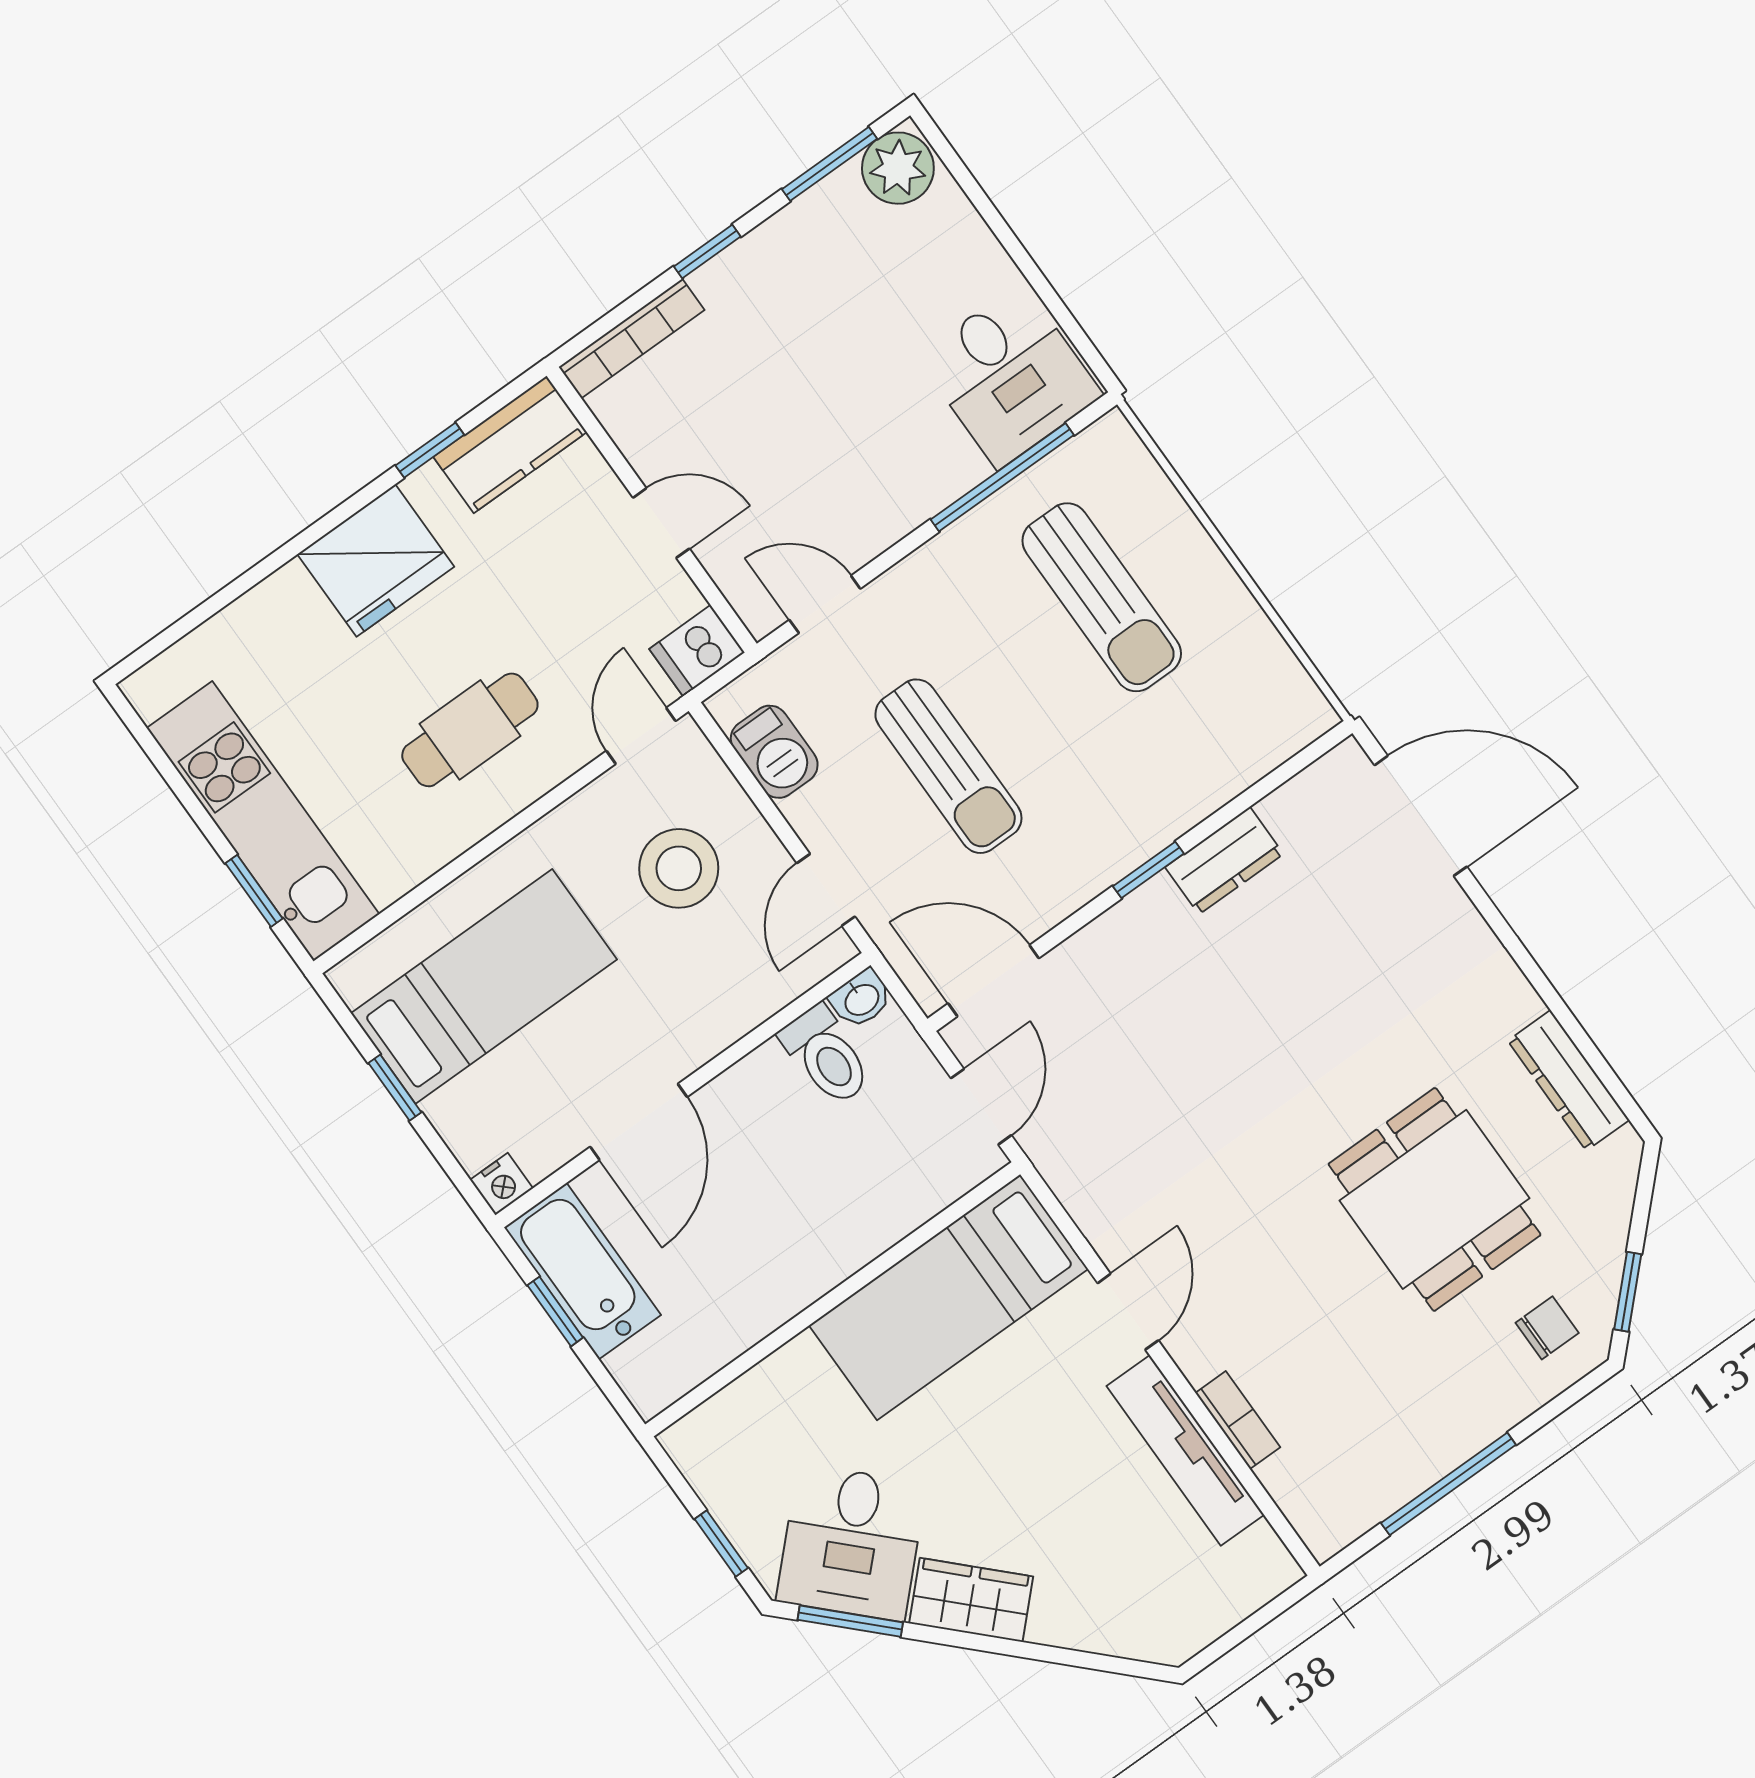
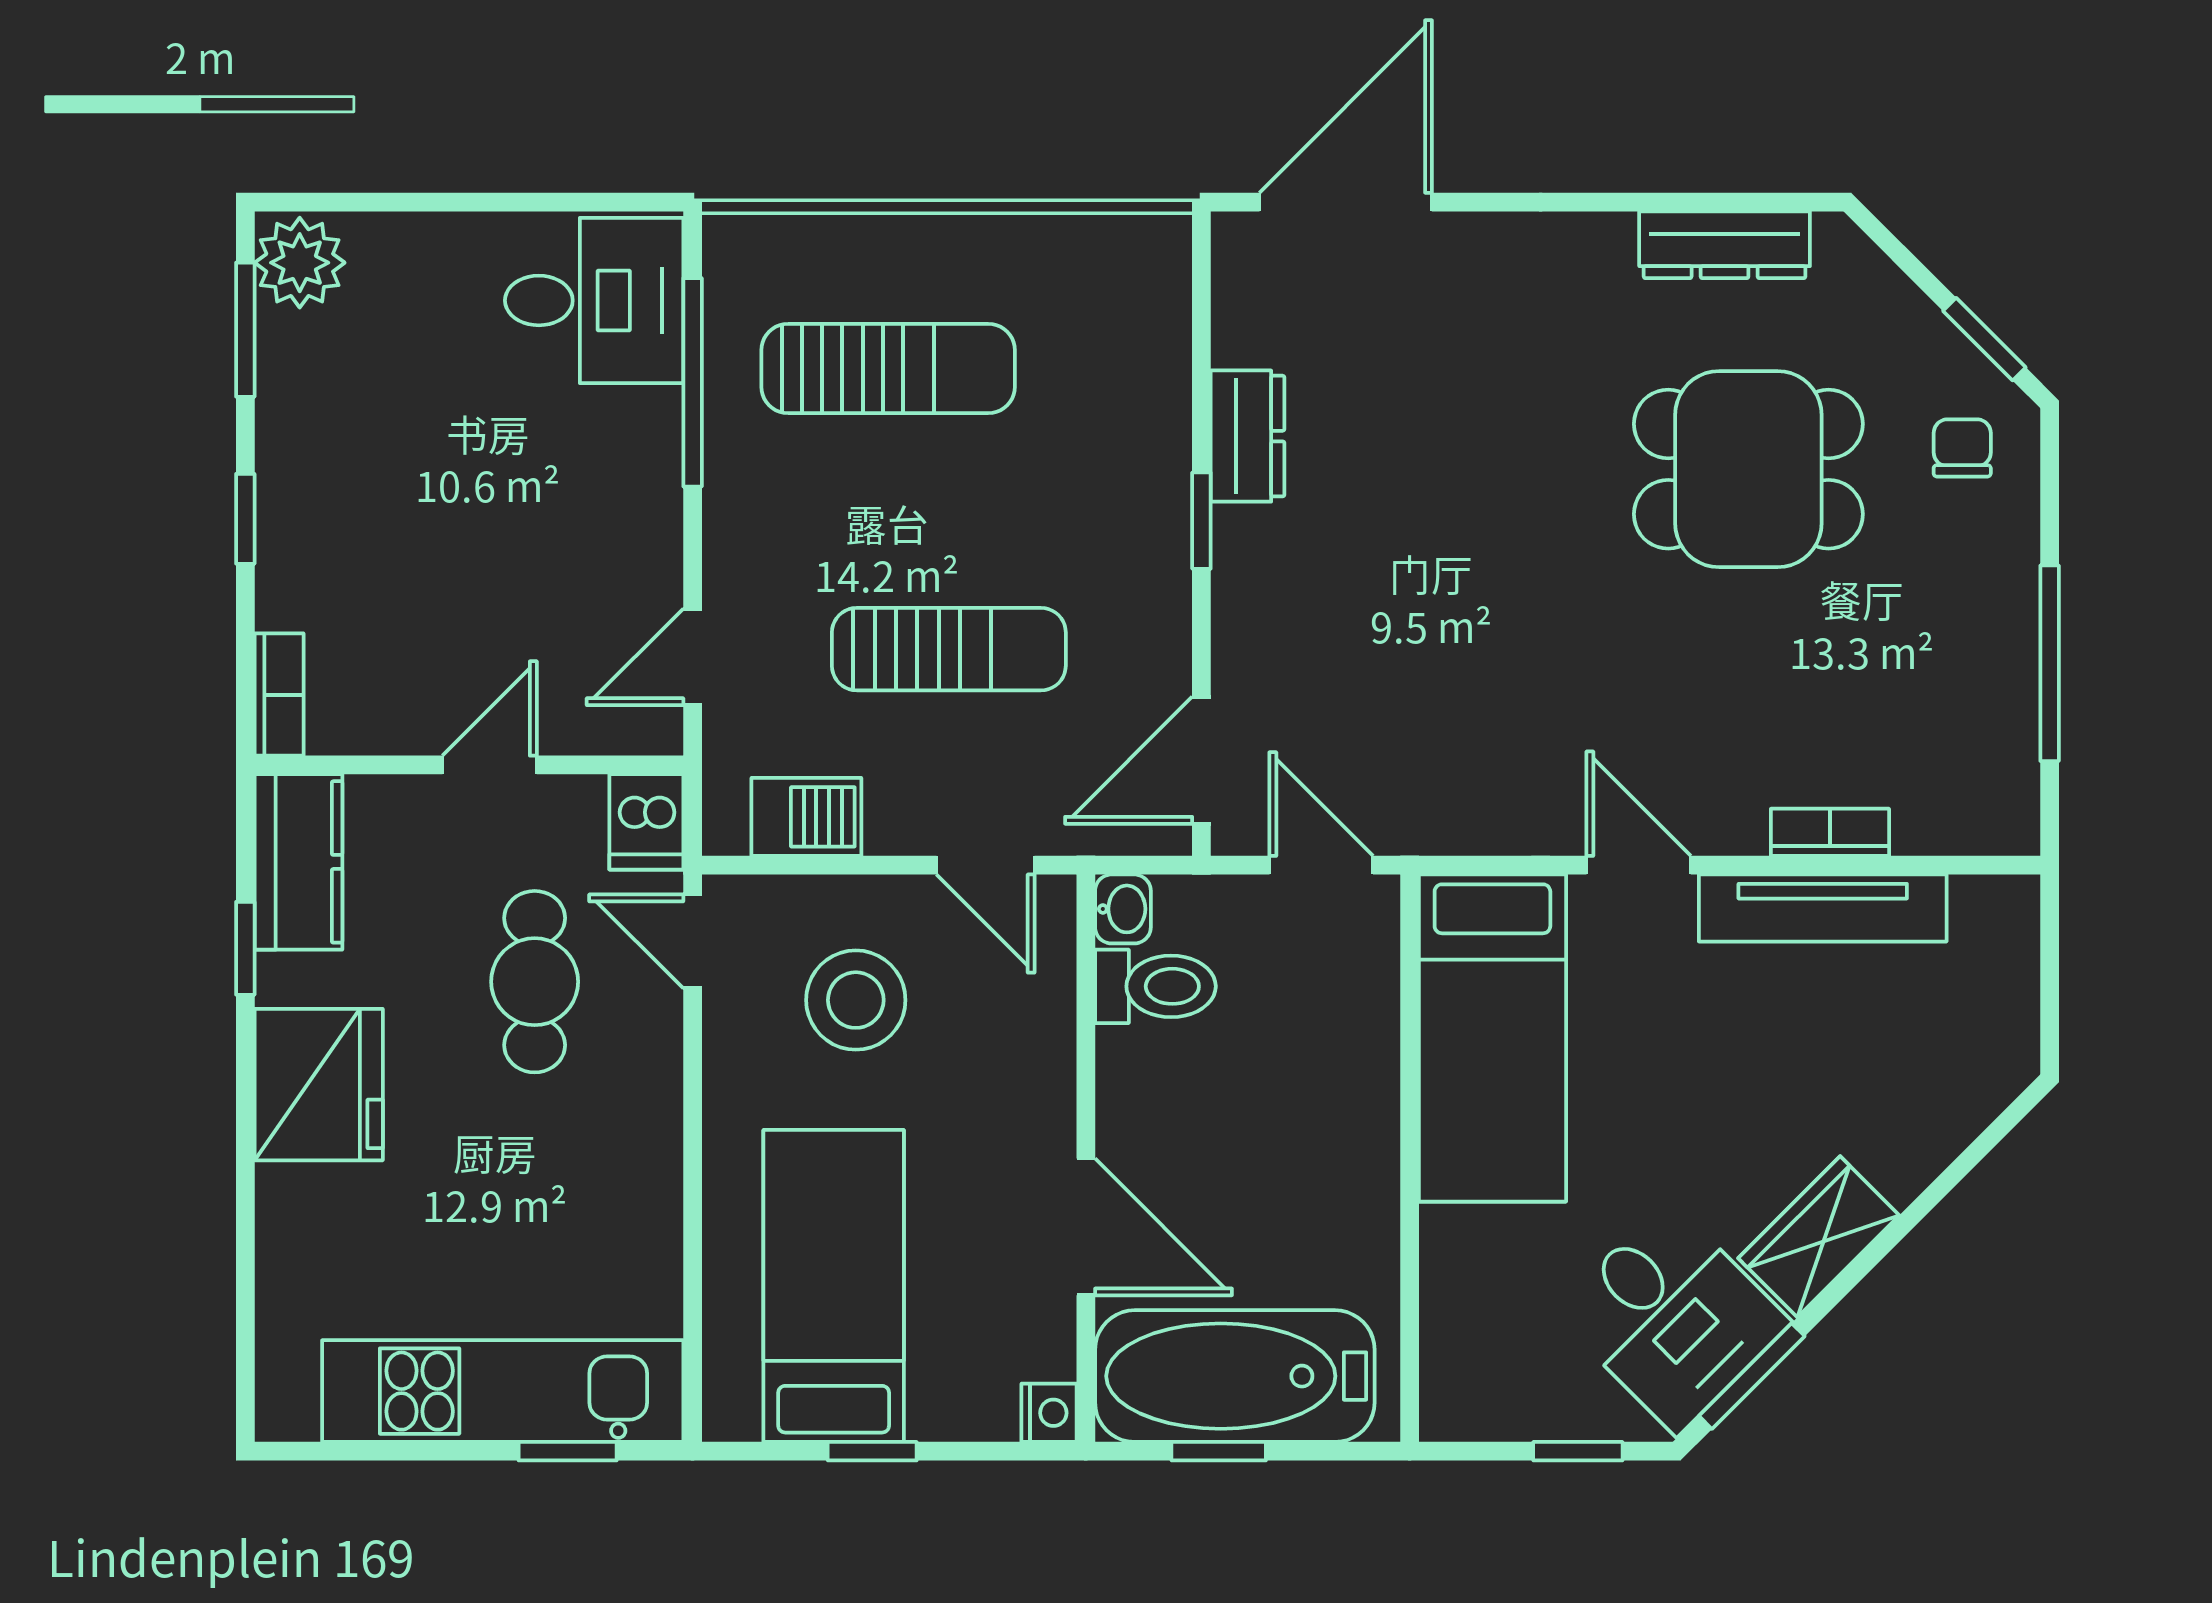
bookcase: (632, 339) -> (279, 695), width x0.64
cafe table: (470, 730) -> (535, 982), moved
bathtub: (583, 1271) -> (1235, 1376), width x1.36, depth x1.36

